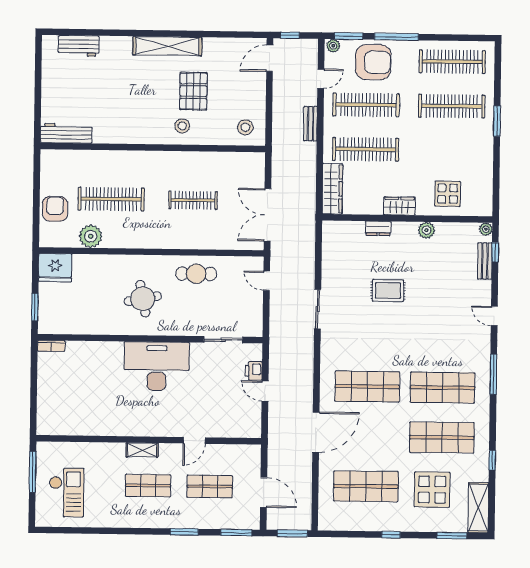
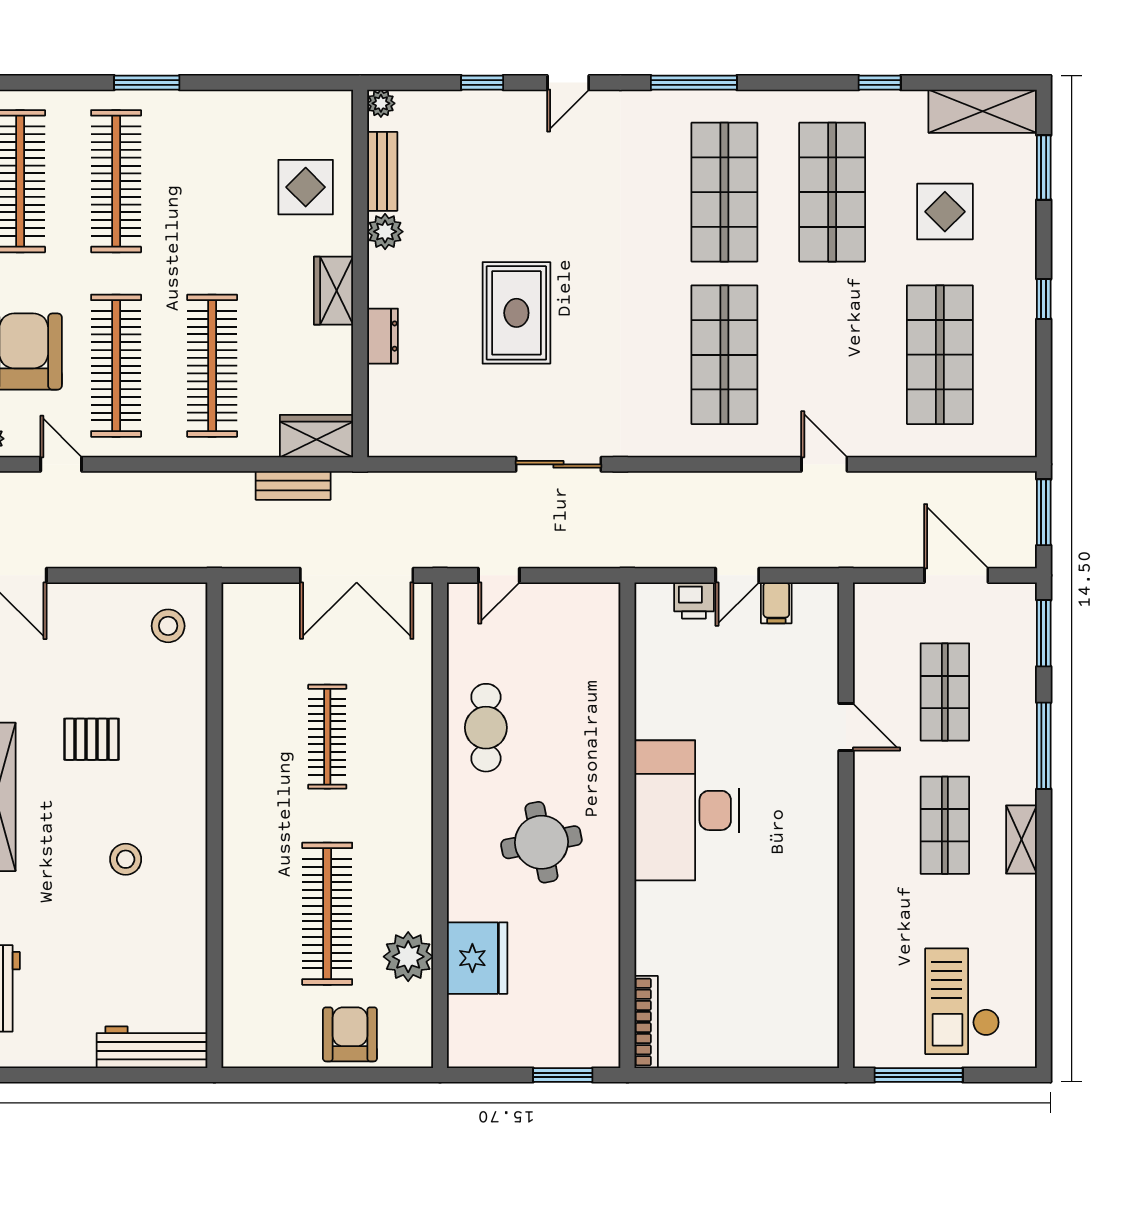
pallet: (193, 91) -> (92, 739), width x0.67, depth x0.71
bench: (310, 124) -> (293, 486), moved
stool: (182, 126) -> (126, 859), moved
workbench: (66, 133) -> (152, 1047), moved, turned 90
wardrobe: (332, 189) -> (317, 436), width x0.67
armchair: (55, 209) -> (350, 1034), turned 90
window: (495, 252) -> (482, 83), moved
bench: (485, 261) -> (382, 171), moved, turned 90
fridge: (55, 268) -> (477, 958), moved
rug: (388, 291) -> (516, 313), width x1.36, depth x1.43
sliding door: (223, 340) -> (627, 667), removed
bookcase: (51, 346) -> (646, 1022), width x1.56
filing cabinet: (252, 409) -> (776, 603), added
door: (316, 432) -> (824, 464), width x0.53
shelving: (142, 450) -> (1021, 839), moved
display table: (432, 490) -> (945, 212), width x0.73, depth x0.73
checkout: (66, 492) -> (962, 1001), turned -90
door: (264, 492) -> (956, 575), hinge flipped
window: (184, 532) -> (1044, 746), width x1.44

